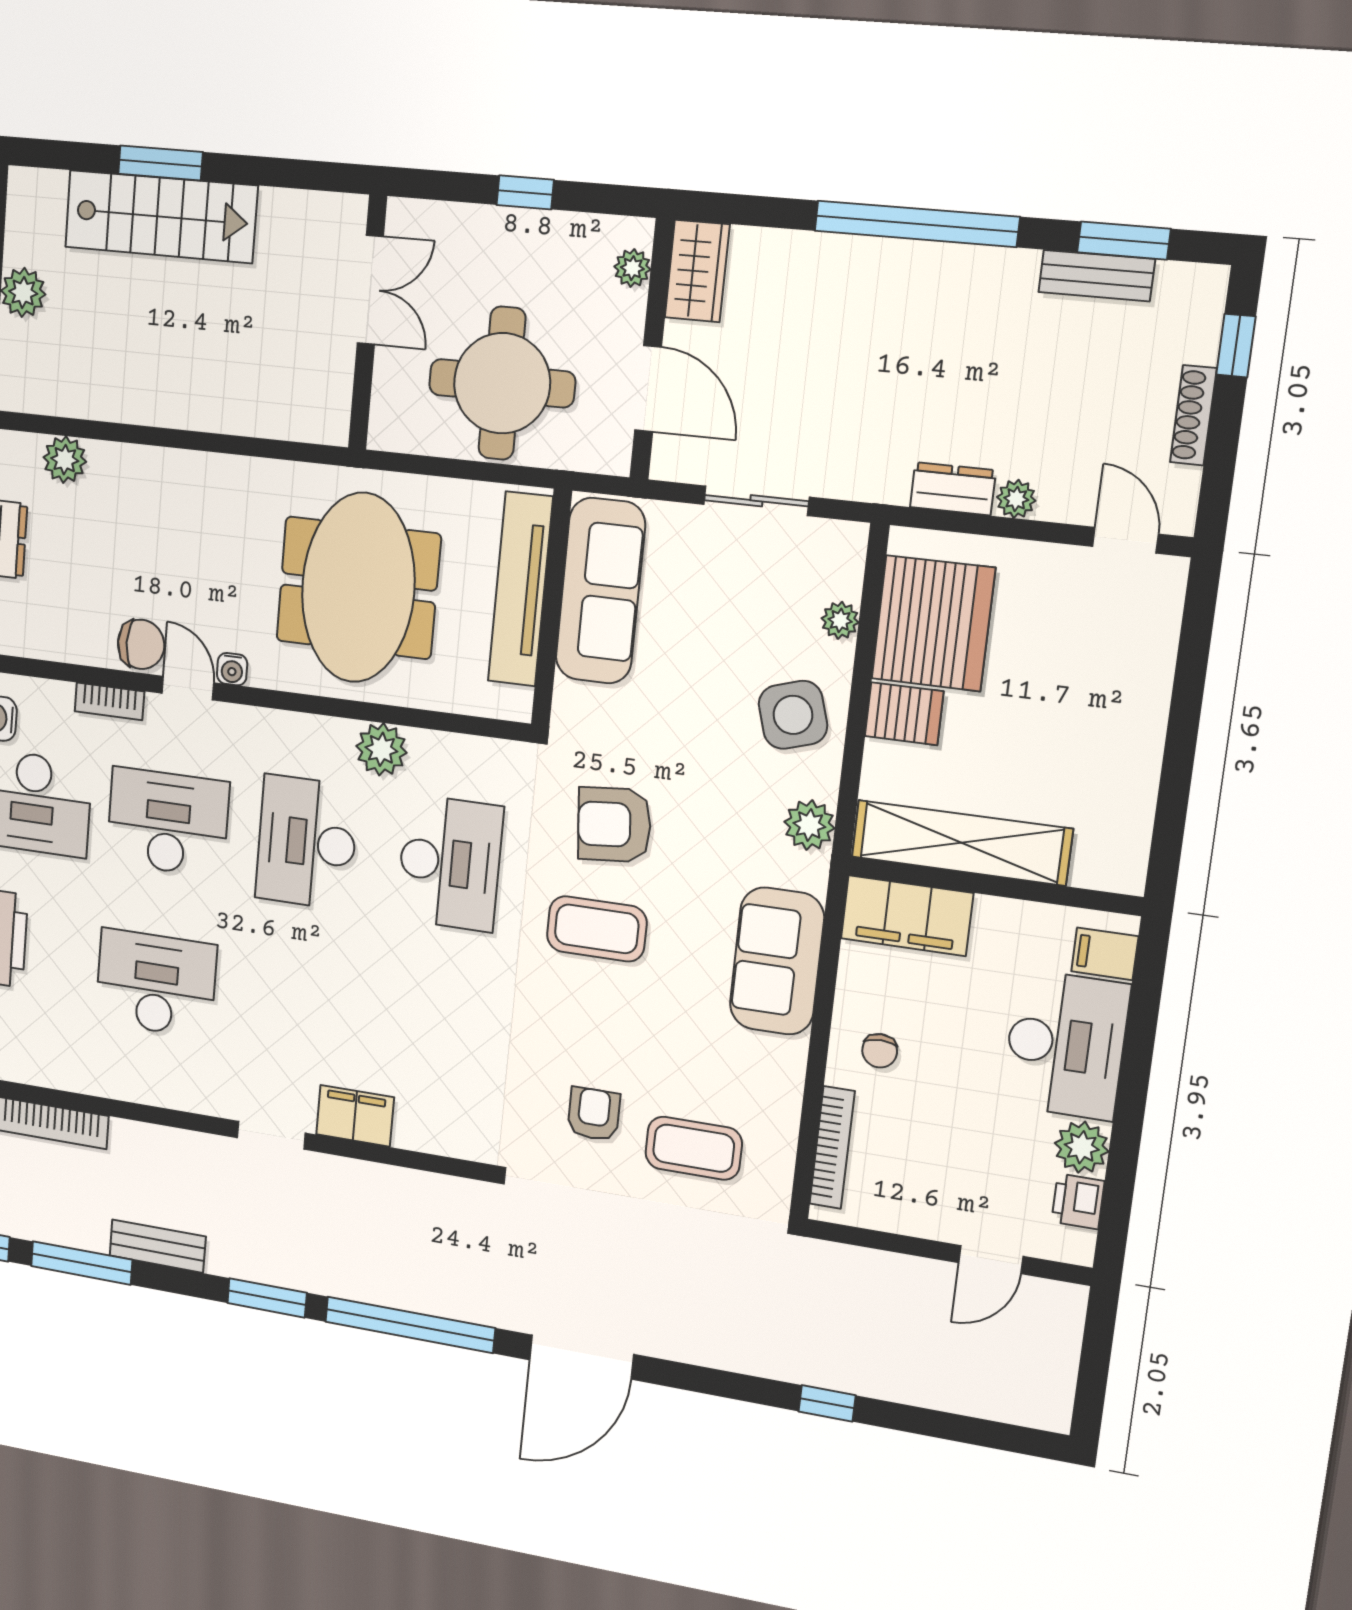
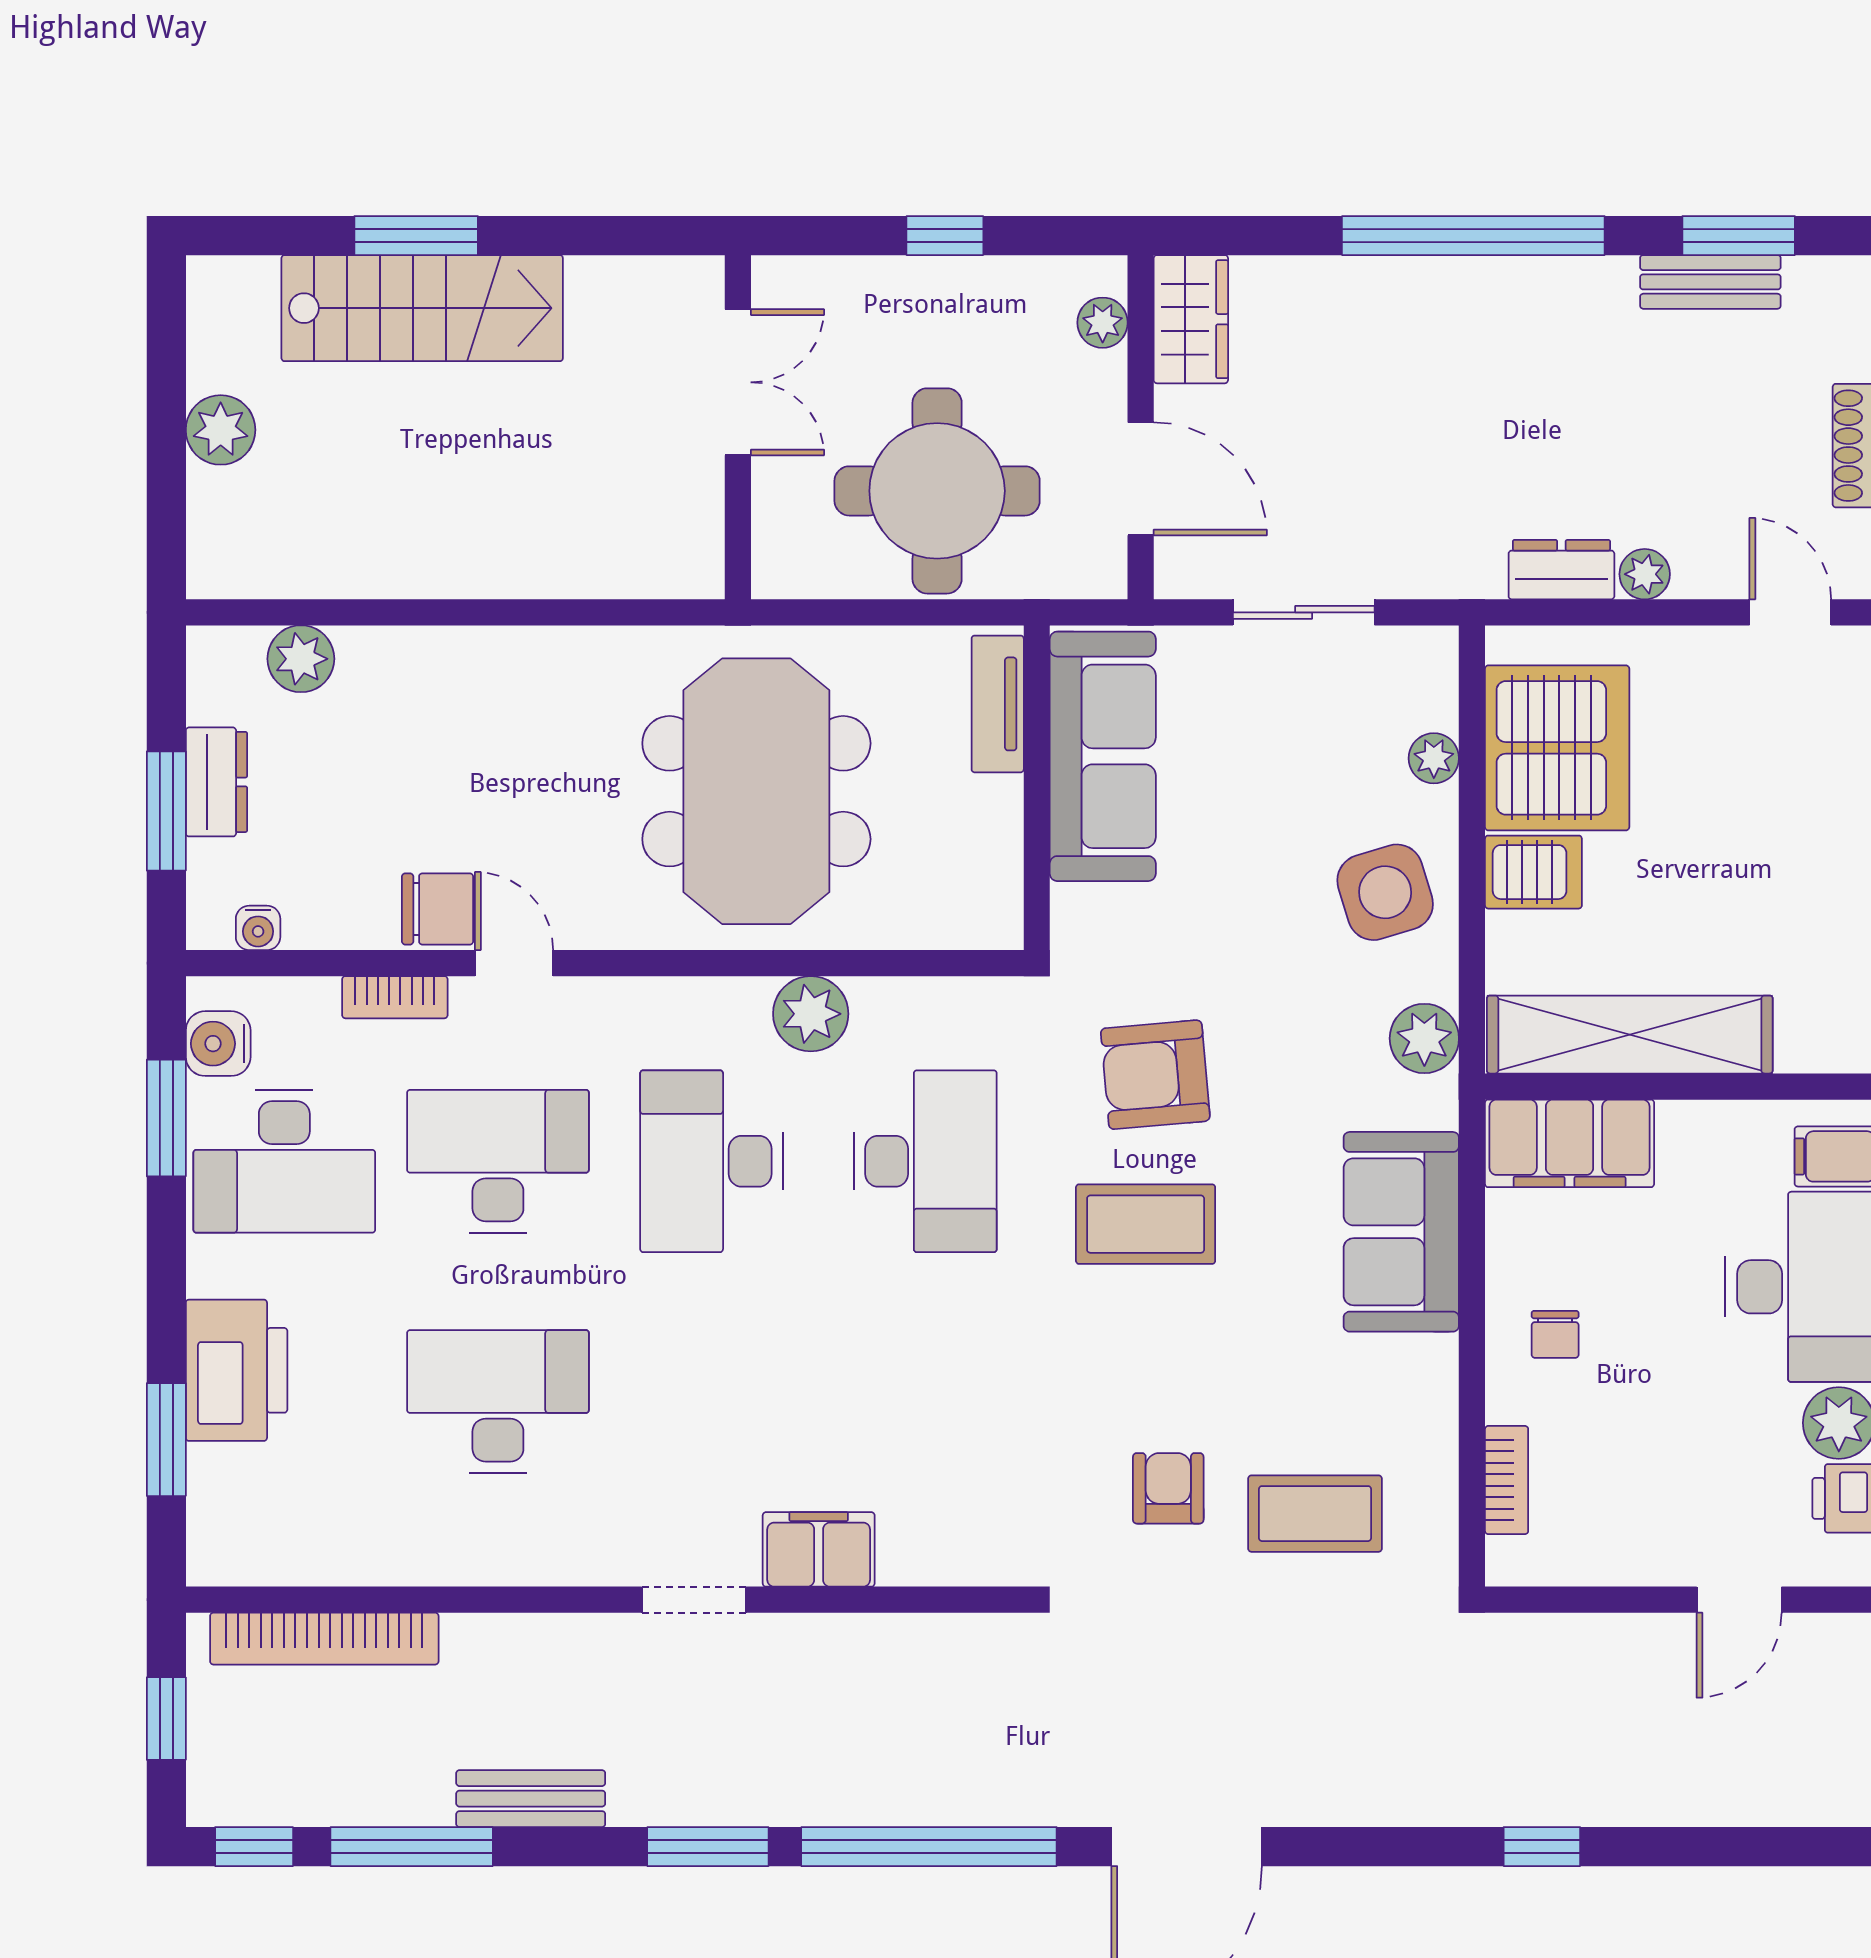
tv unit: (520, 589) -> (998, 704), width x0.52, depth x0.78
water cooler: (232, 669) -> (258, 928), moved
bookcase: (832, 1148) -> (1507, 1480), width x0.64

